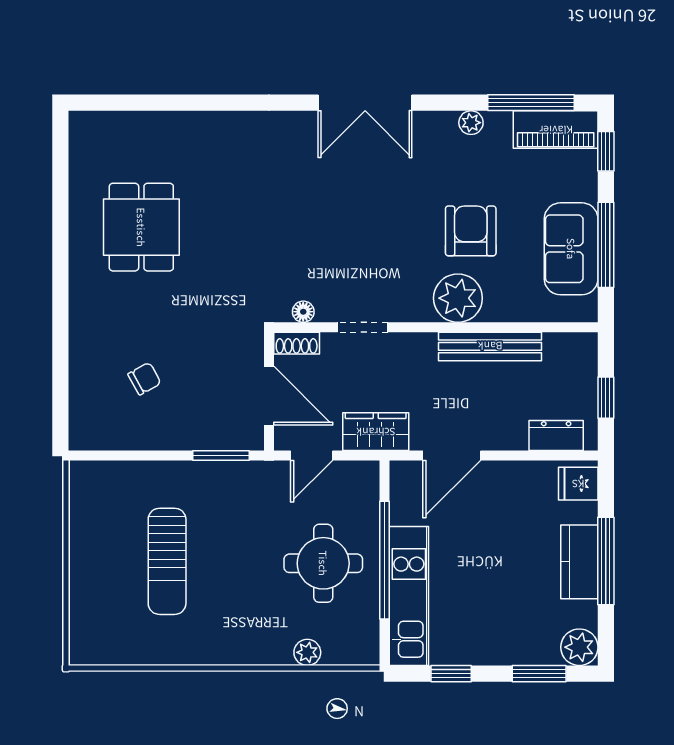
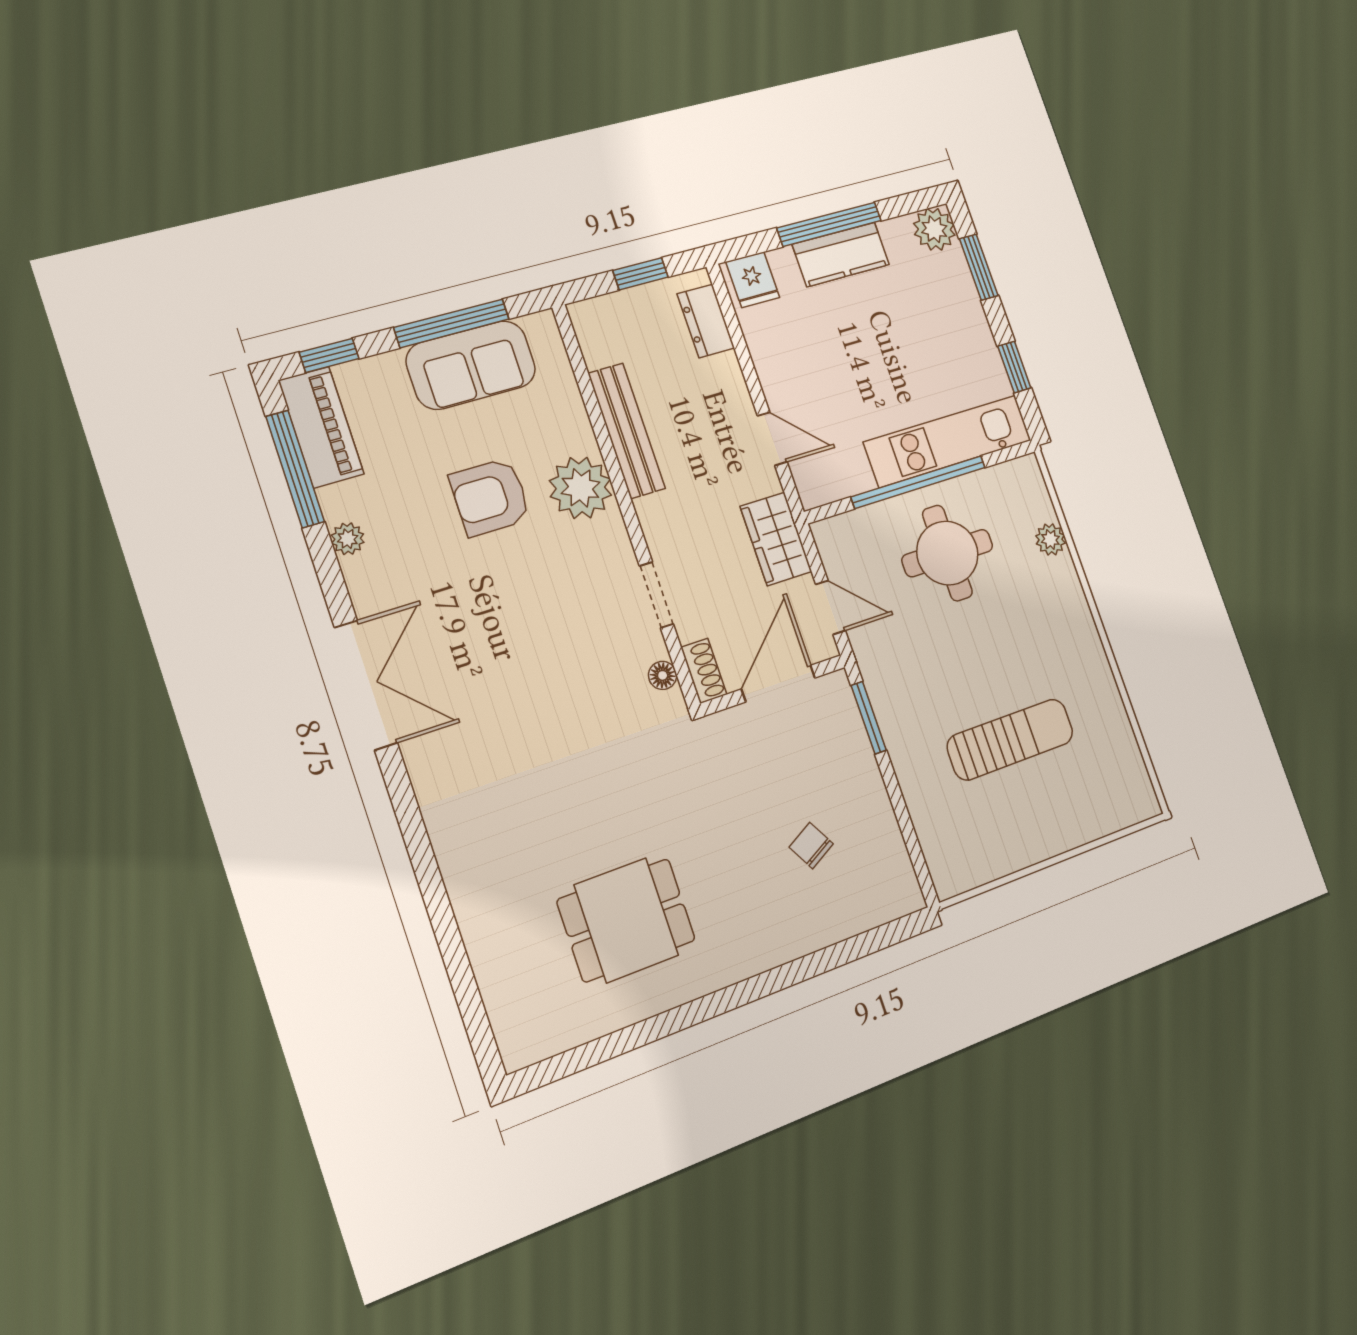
door: (452, 456) -> (772, 439), width x0.73

